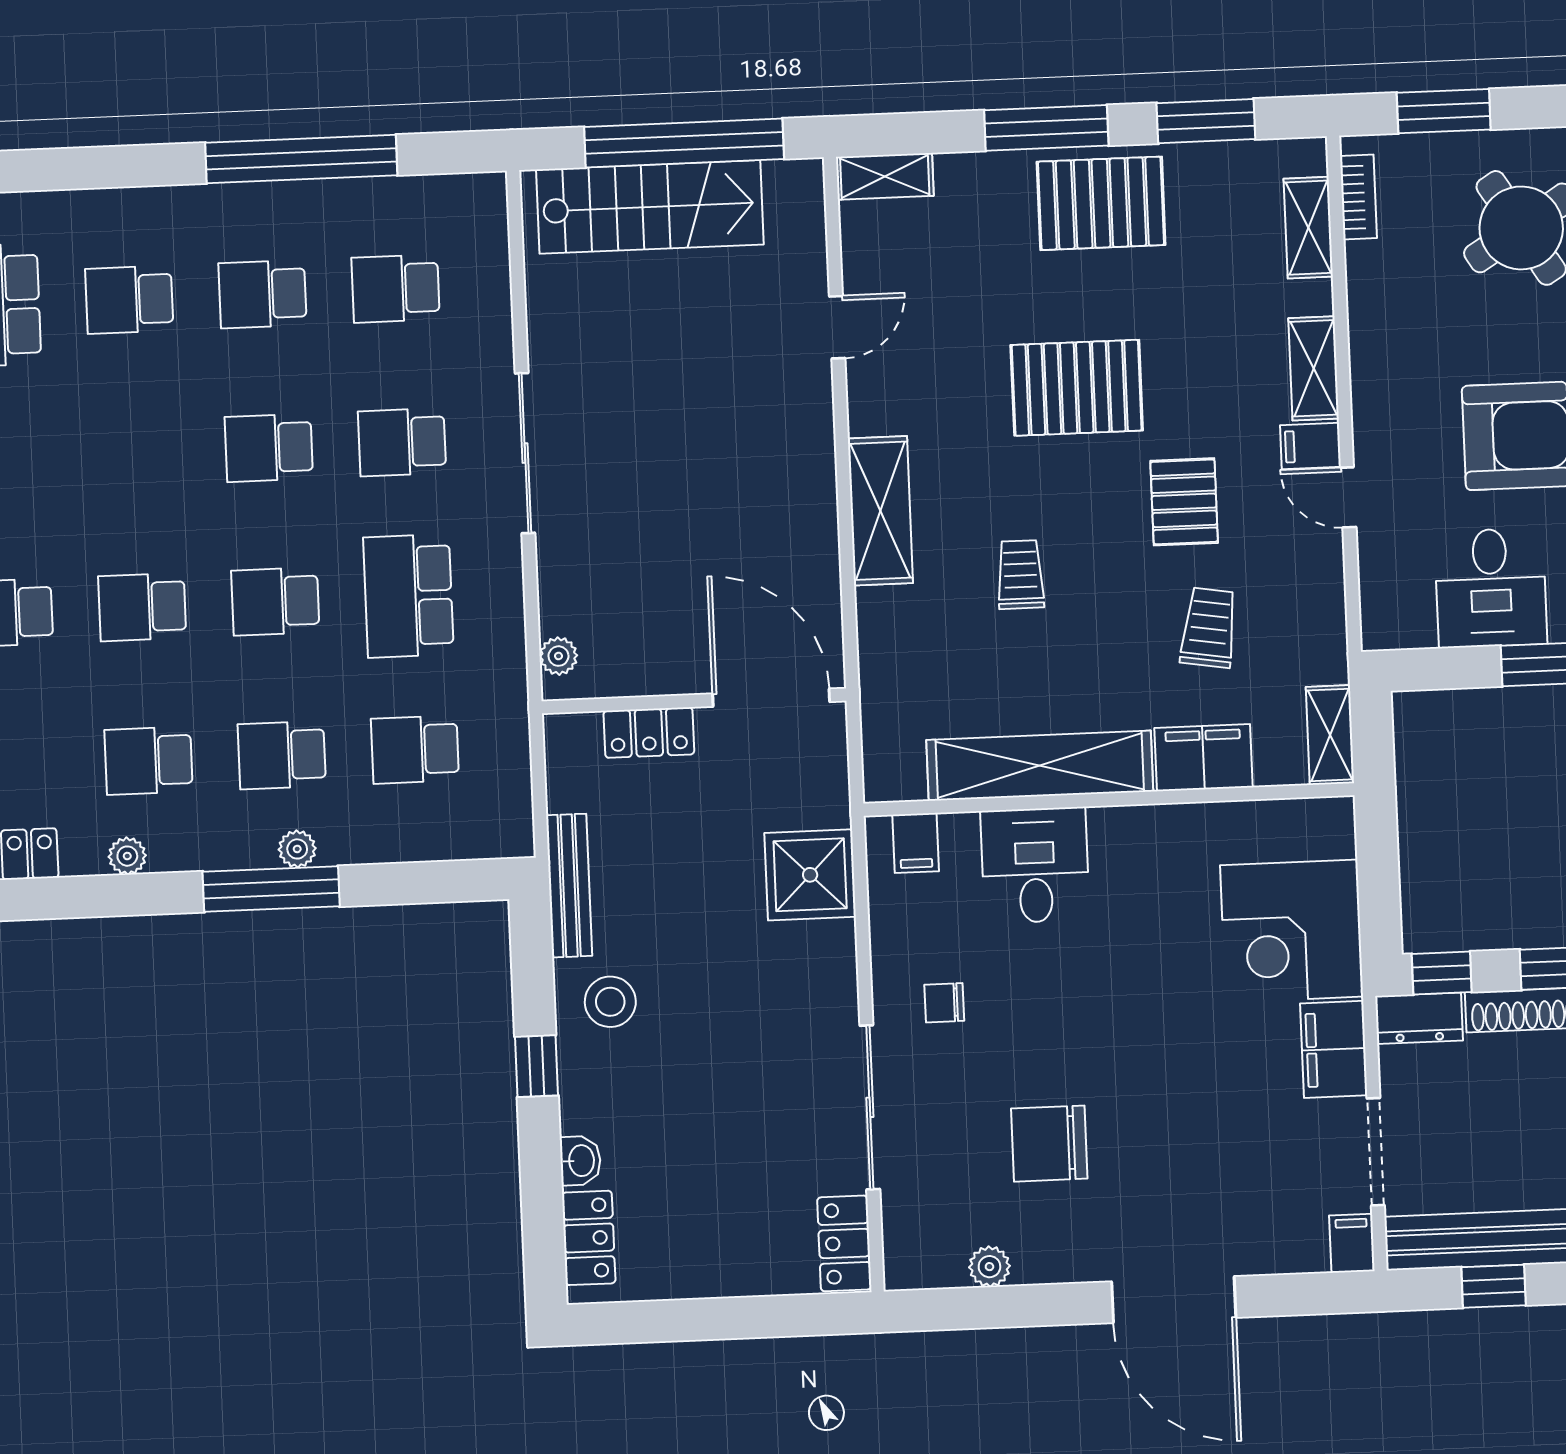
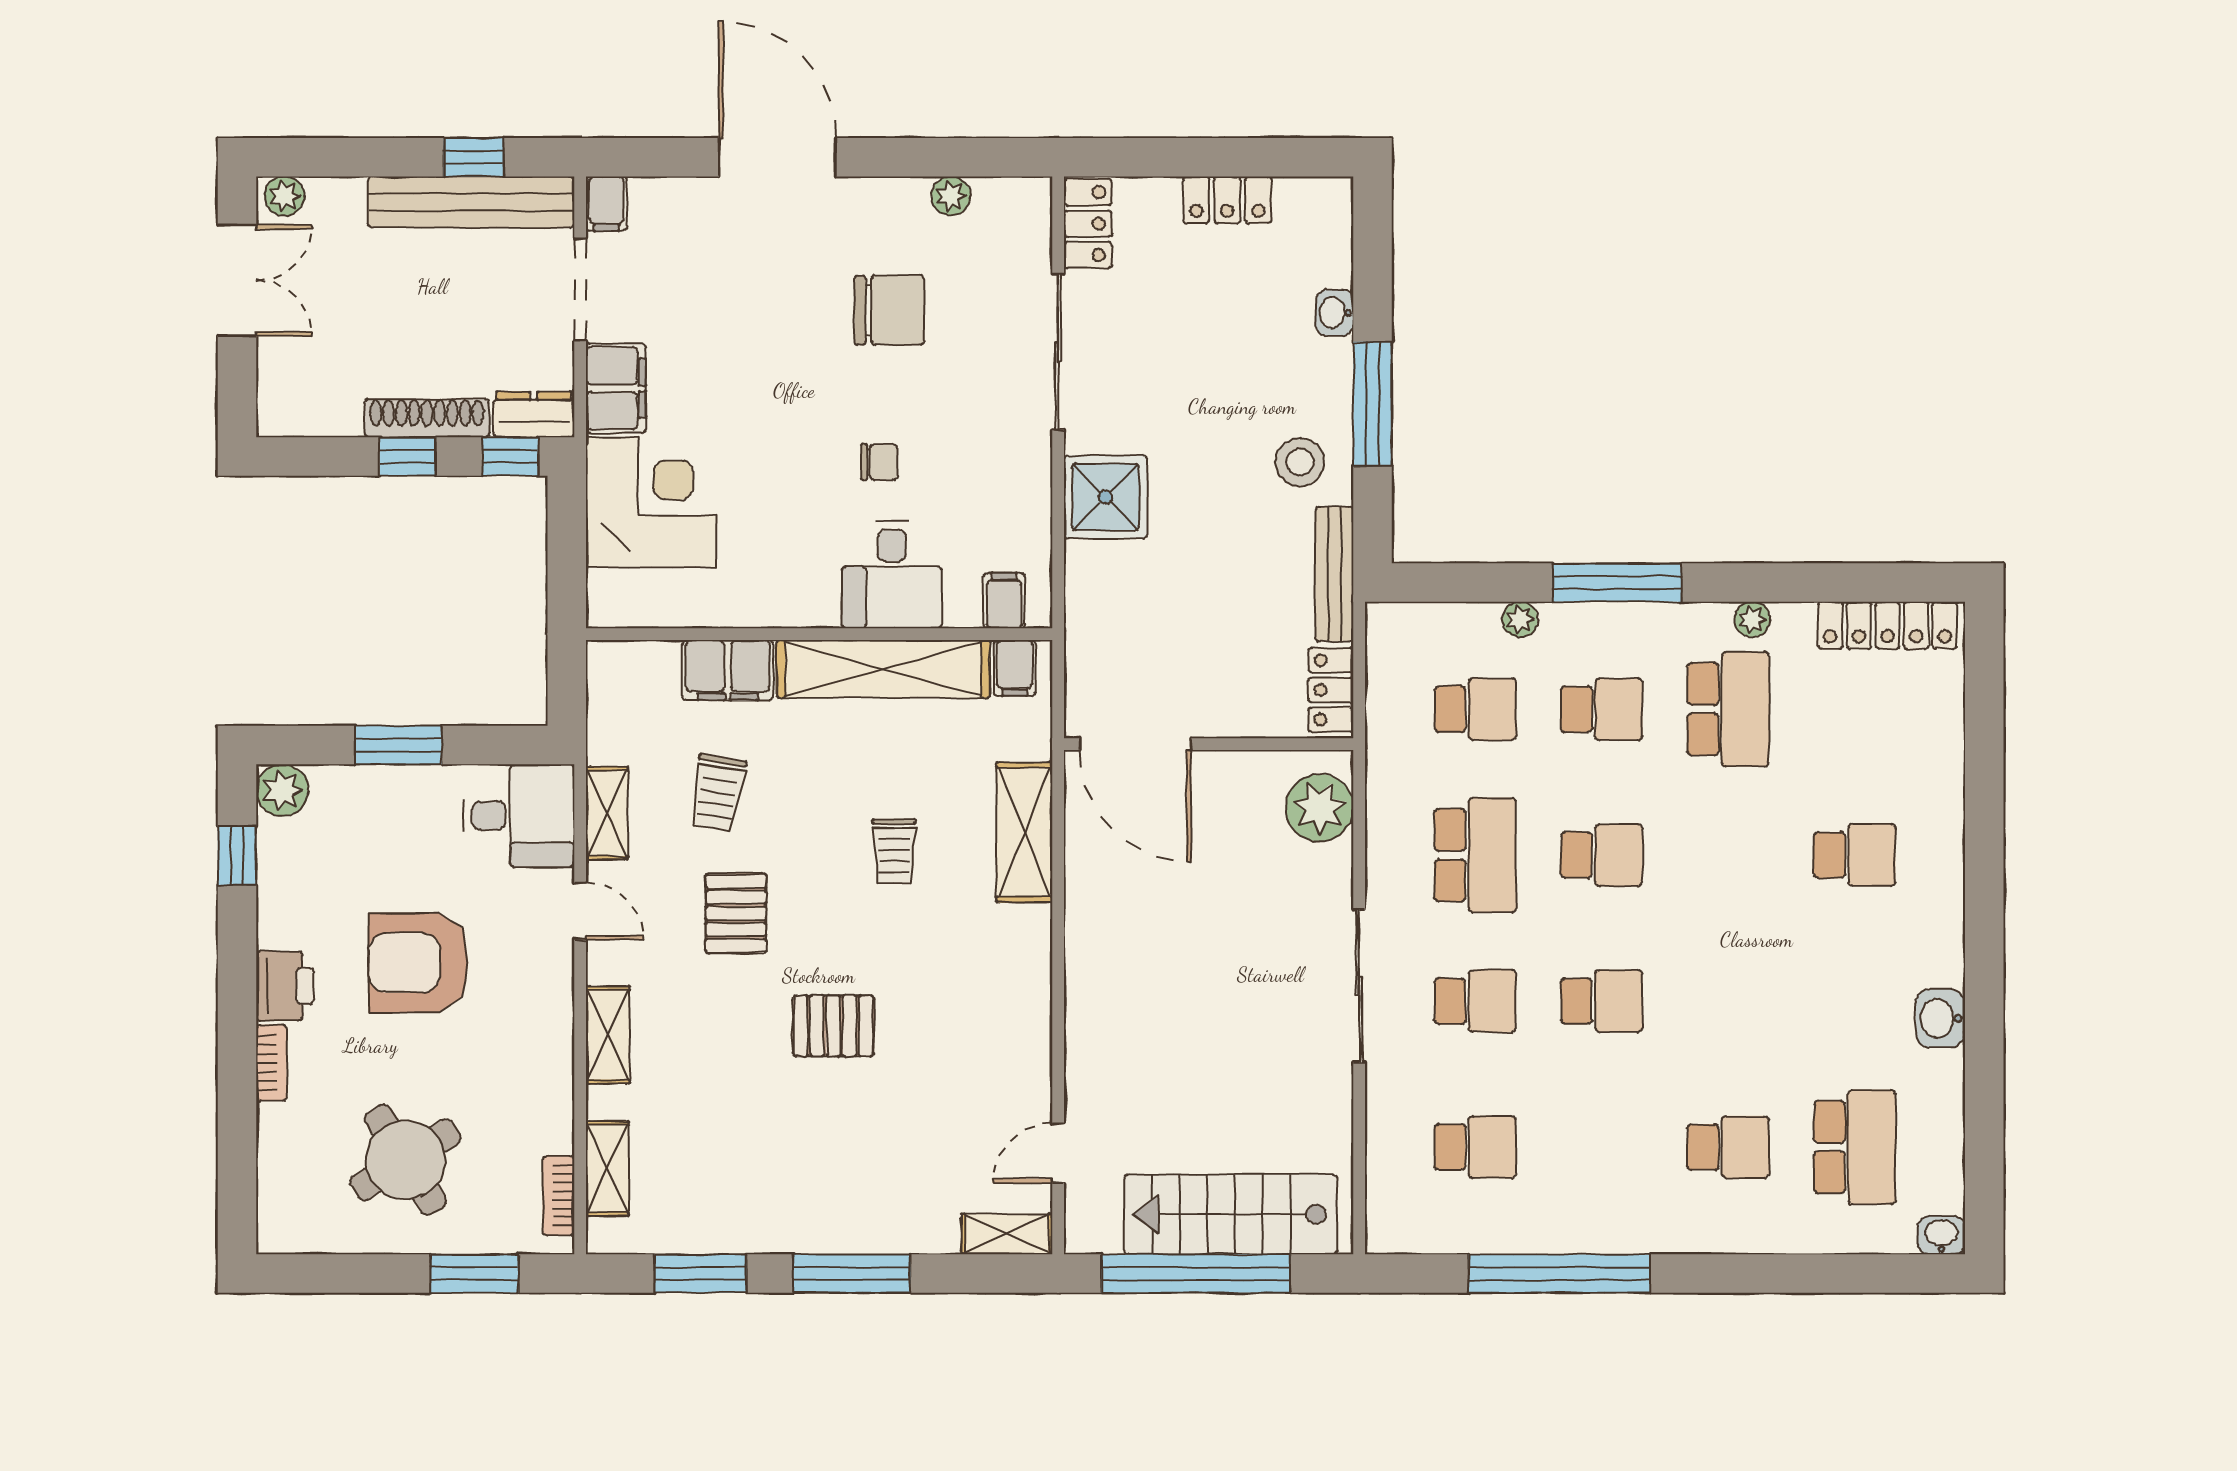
pallet: (1101, 203) -> (803, 1200), removed
school desk: (262, 294) -> (1602, 1147), removed
door: (837, 327) -> (1058, 1153), moved
pallet: (1077, 388) -> (833, 1026), width x0.67, depth x0.71
filing cabinet: (1310, 446) -> (1015, 668), moved, turned 90
shelving: (880, 511) -> (1024, 832), moved
desk: (1491, 588) -> (519, 816), moved, turned 90
school desk: (142, 607) -> (1728, 855), removed
plant: (558, 656) -> (1320, 808), width x1.88, depth x1.88
locker: (649, 733) -> (1331, 690), moved, turned -90
shelving: (1330, 735) -> (607, 813), moved
school desk: (149, 761) -> (1728, 709), width x1.85
plant: (297, 849) -> (1520, 619), moved
shower: (810, 875) -> (1105, 497), moved
chair: (944, 1003) -> (879, 462), moved
window: (537, 1066) -> (1372, 404), width x2.17
locker: (589, 1238) -> (1227, 200), moved, turned -90

